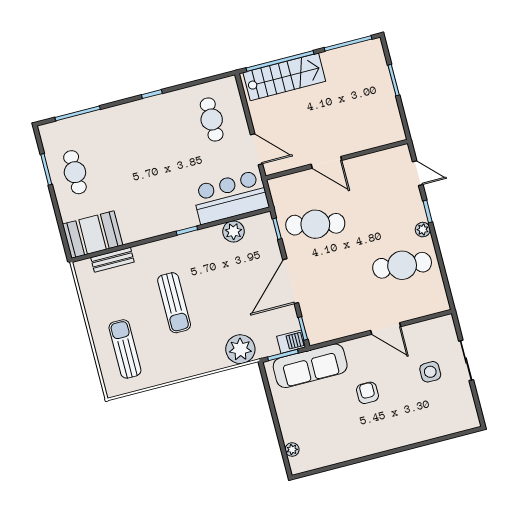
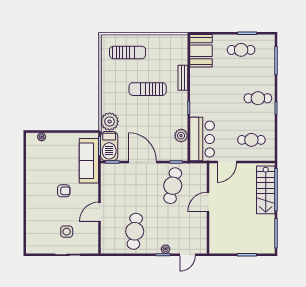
cafe table: (144, 126) -> (258, 98), added
plant: (423, 230) -> (166, 249), moved
bench: (112, 260) -> (183, 78), moved
barbecue: (291, 342) -> (109, 146), width x1.88, depth x1.53

